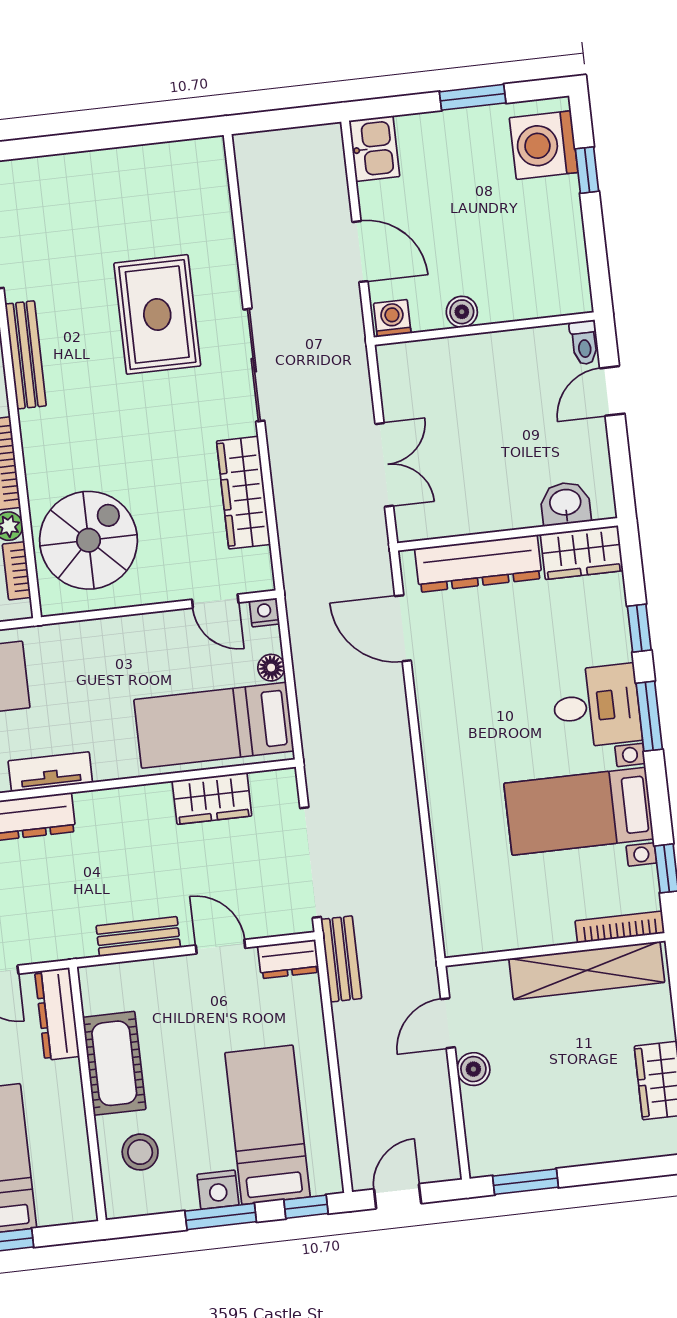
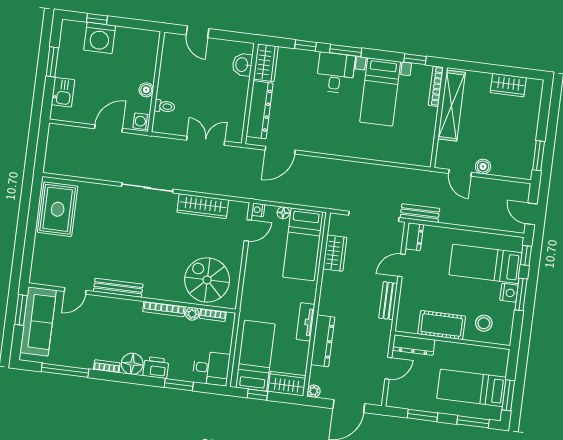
washing machine: (544, 145) -> (100, 38), moved
kitchen sink: (374, 149) -> (63, 92), moved, turned 90
rug: (157, 314) -> (58, 209), moved, turned 90
toilet: (584, 343) -> (165, 106), moved

